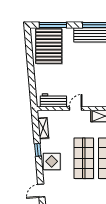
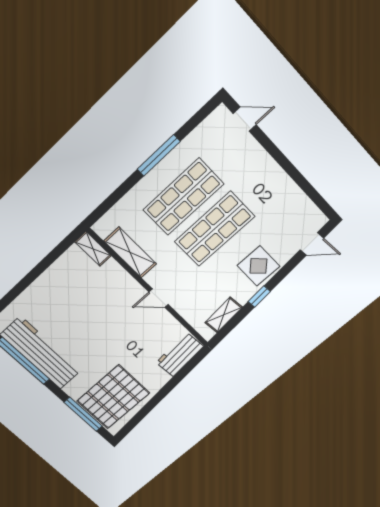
workbench: (53, 100) -> (180, 354), moved, turned 85

